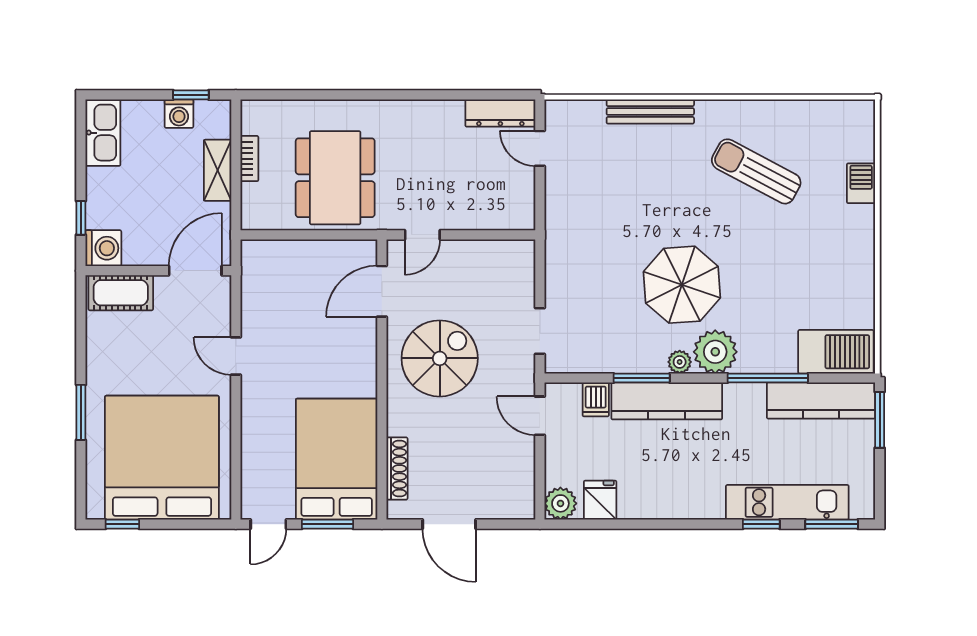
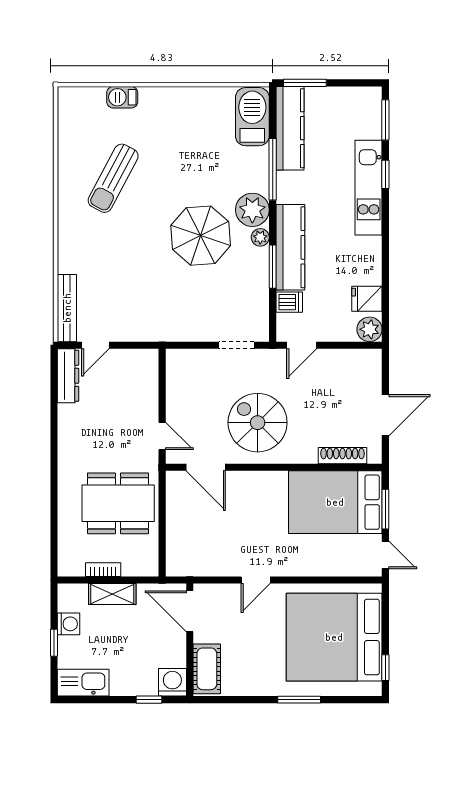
window: (191, 95) -> (54, 643), moved
bench: (650, 111) -> (67, 308), moved
kitchen unit: (787, 502) -> (369, 188), moved

